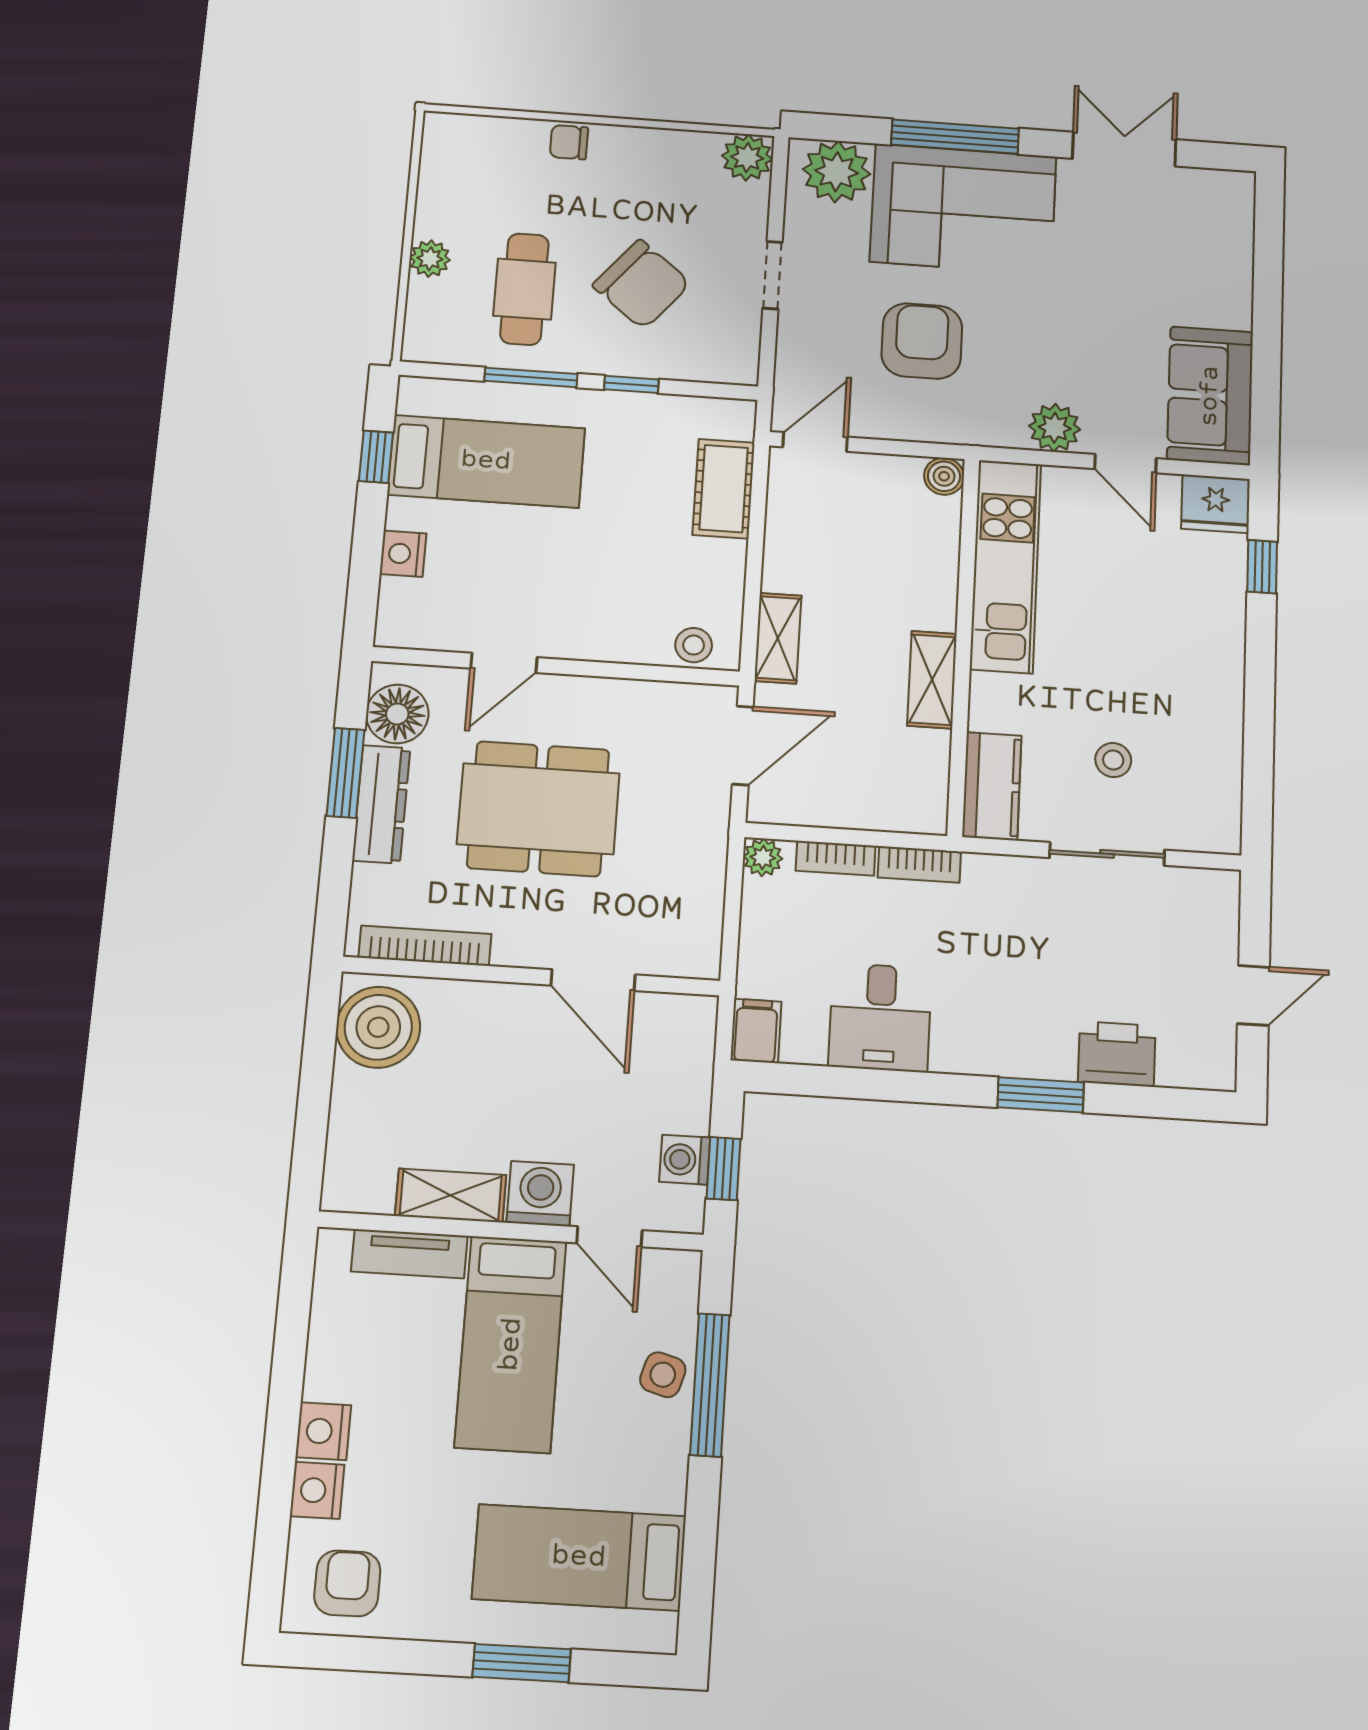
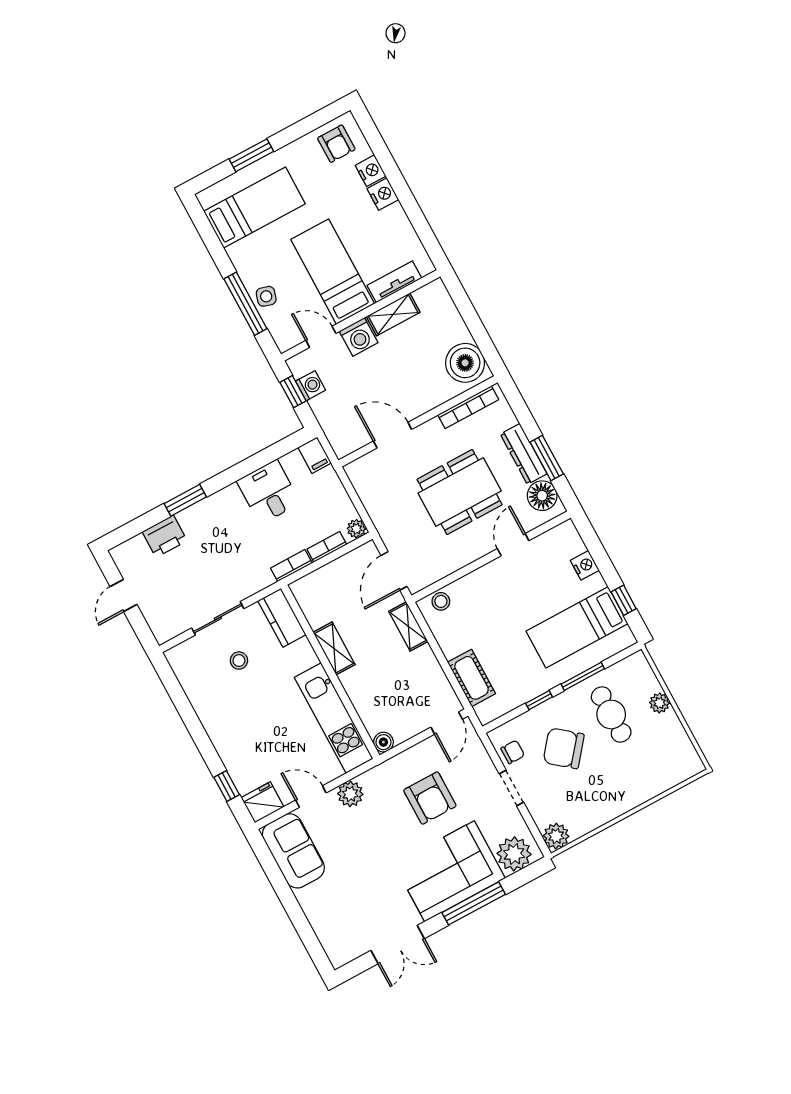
chair: (569, 142) -> (513, 752), moved

